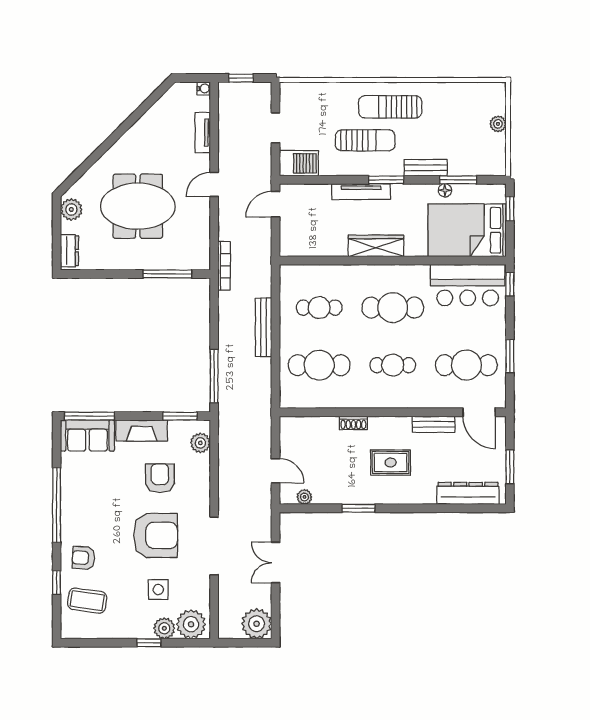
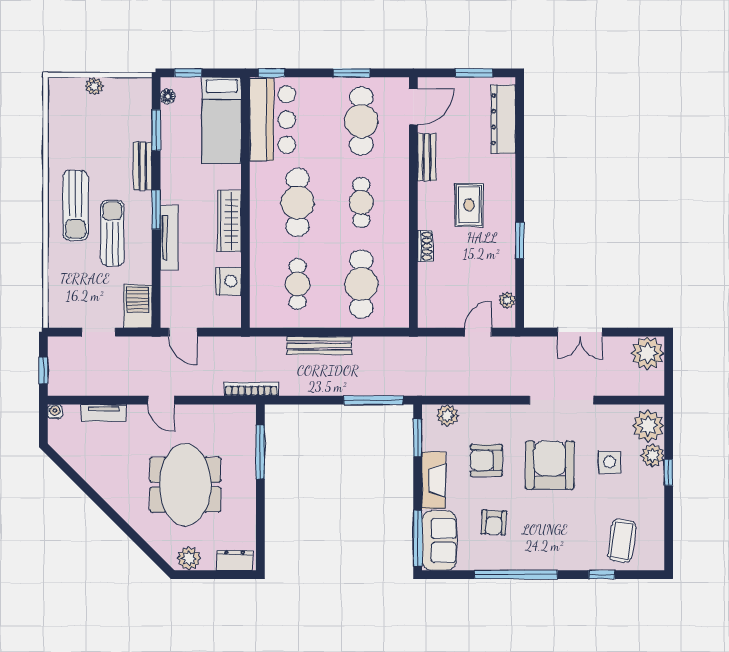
floor lamp: (445, 190) -> (168, 96), moved
bed: (467, 230) -> (222, 120), width x0.67
nightstand: (322, 245) -> (229, 281), added
armchair: (84, 558) -> (494, 522), moved

